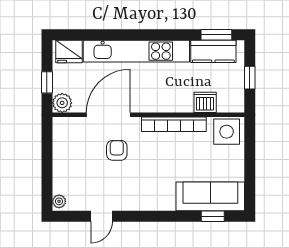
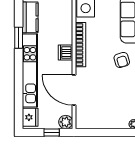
window: (216, 35) -> (19, 38), moved
dishwasher: (205, 102) -> (65, 53), moved
armchair: (117, 150) -> (122, 60), moved, turned -107

